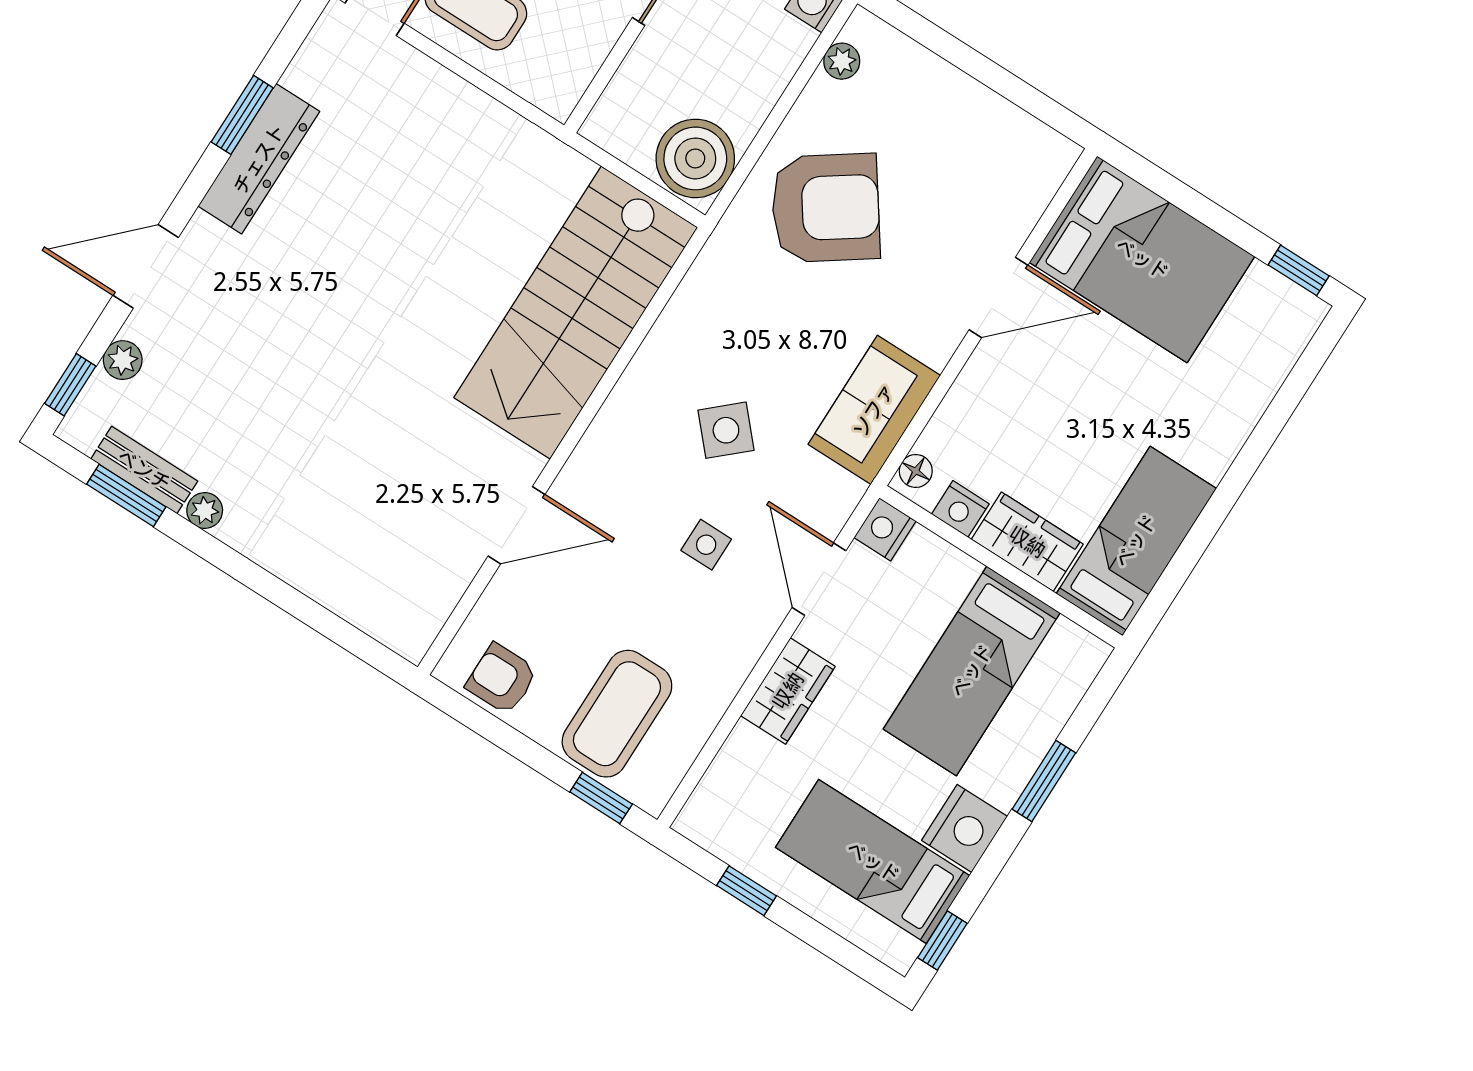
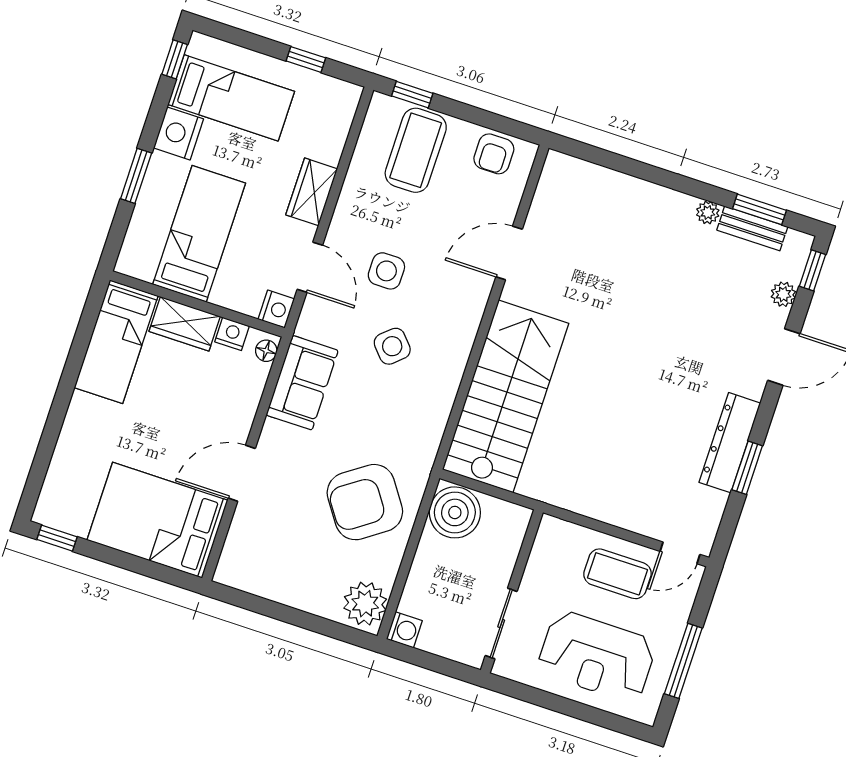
plant: (842, 61) -> (365, 604), width x1.88, depth x1.88
side table: (706, 545) -> (386, 271), width x1.37, depth x1.37
armchair: (502, 679) -> (494, 154), turned 90

